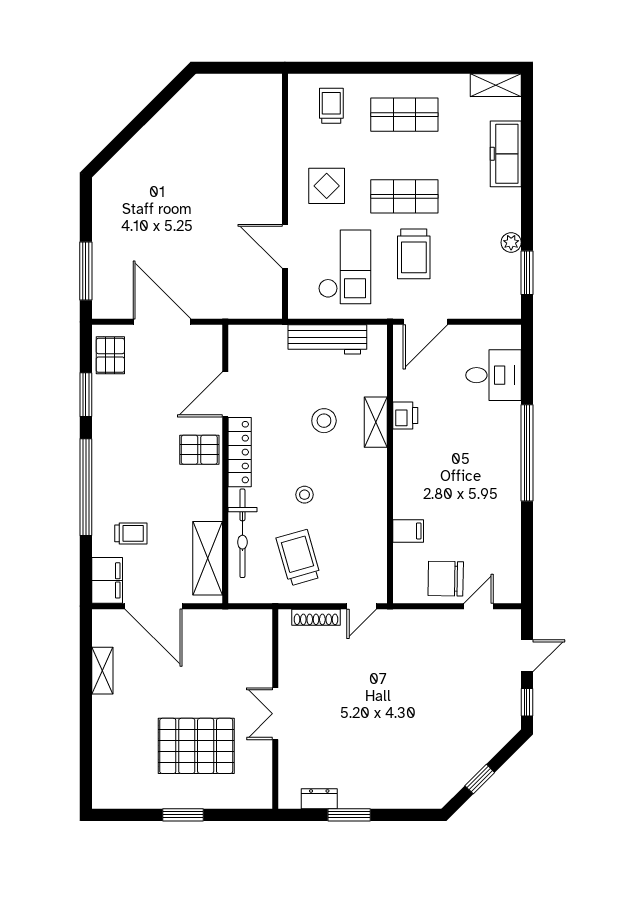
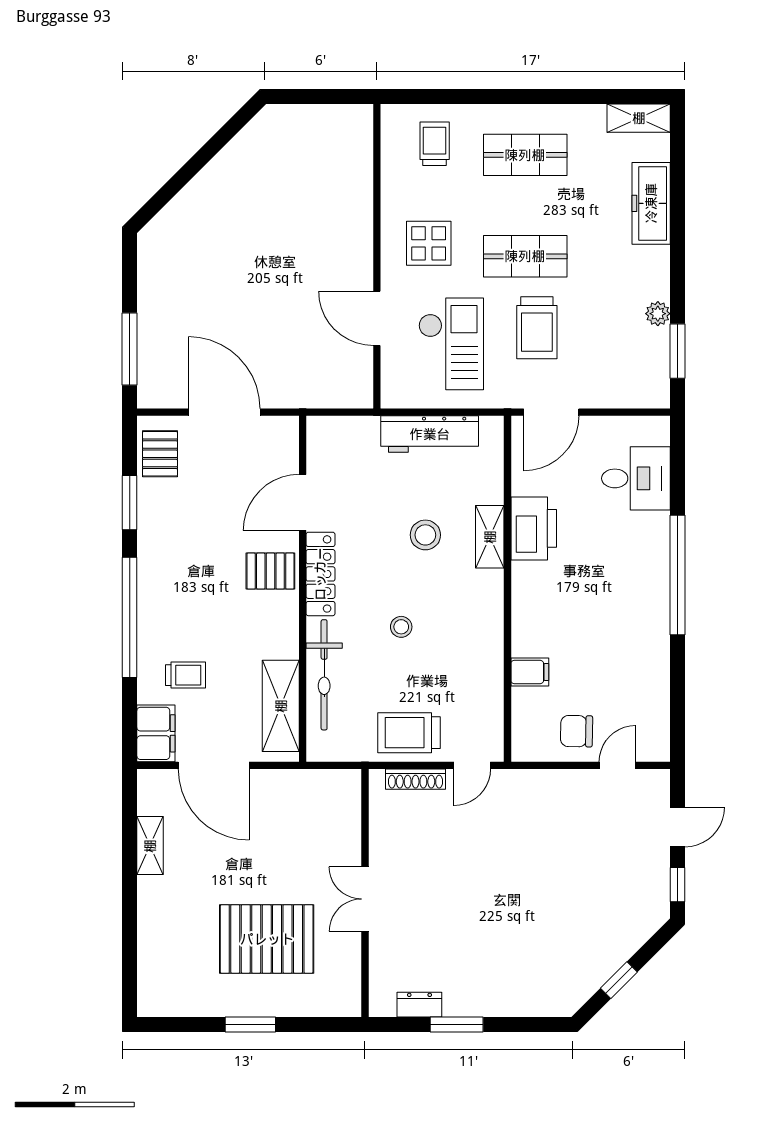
printer: (405, 415) -> (534, 528), width x1.87, depth x1.48
trolley: (298, 558) -> (409, 733), moved, turned -74
chair: (446, 579) -> (577, 731), width x0.73, depth x0.73

